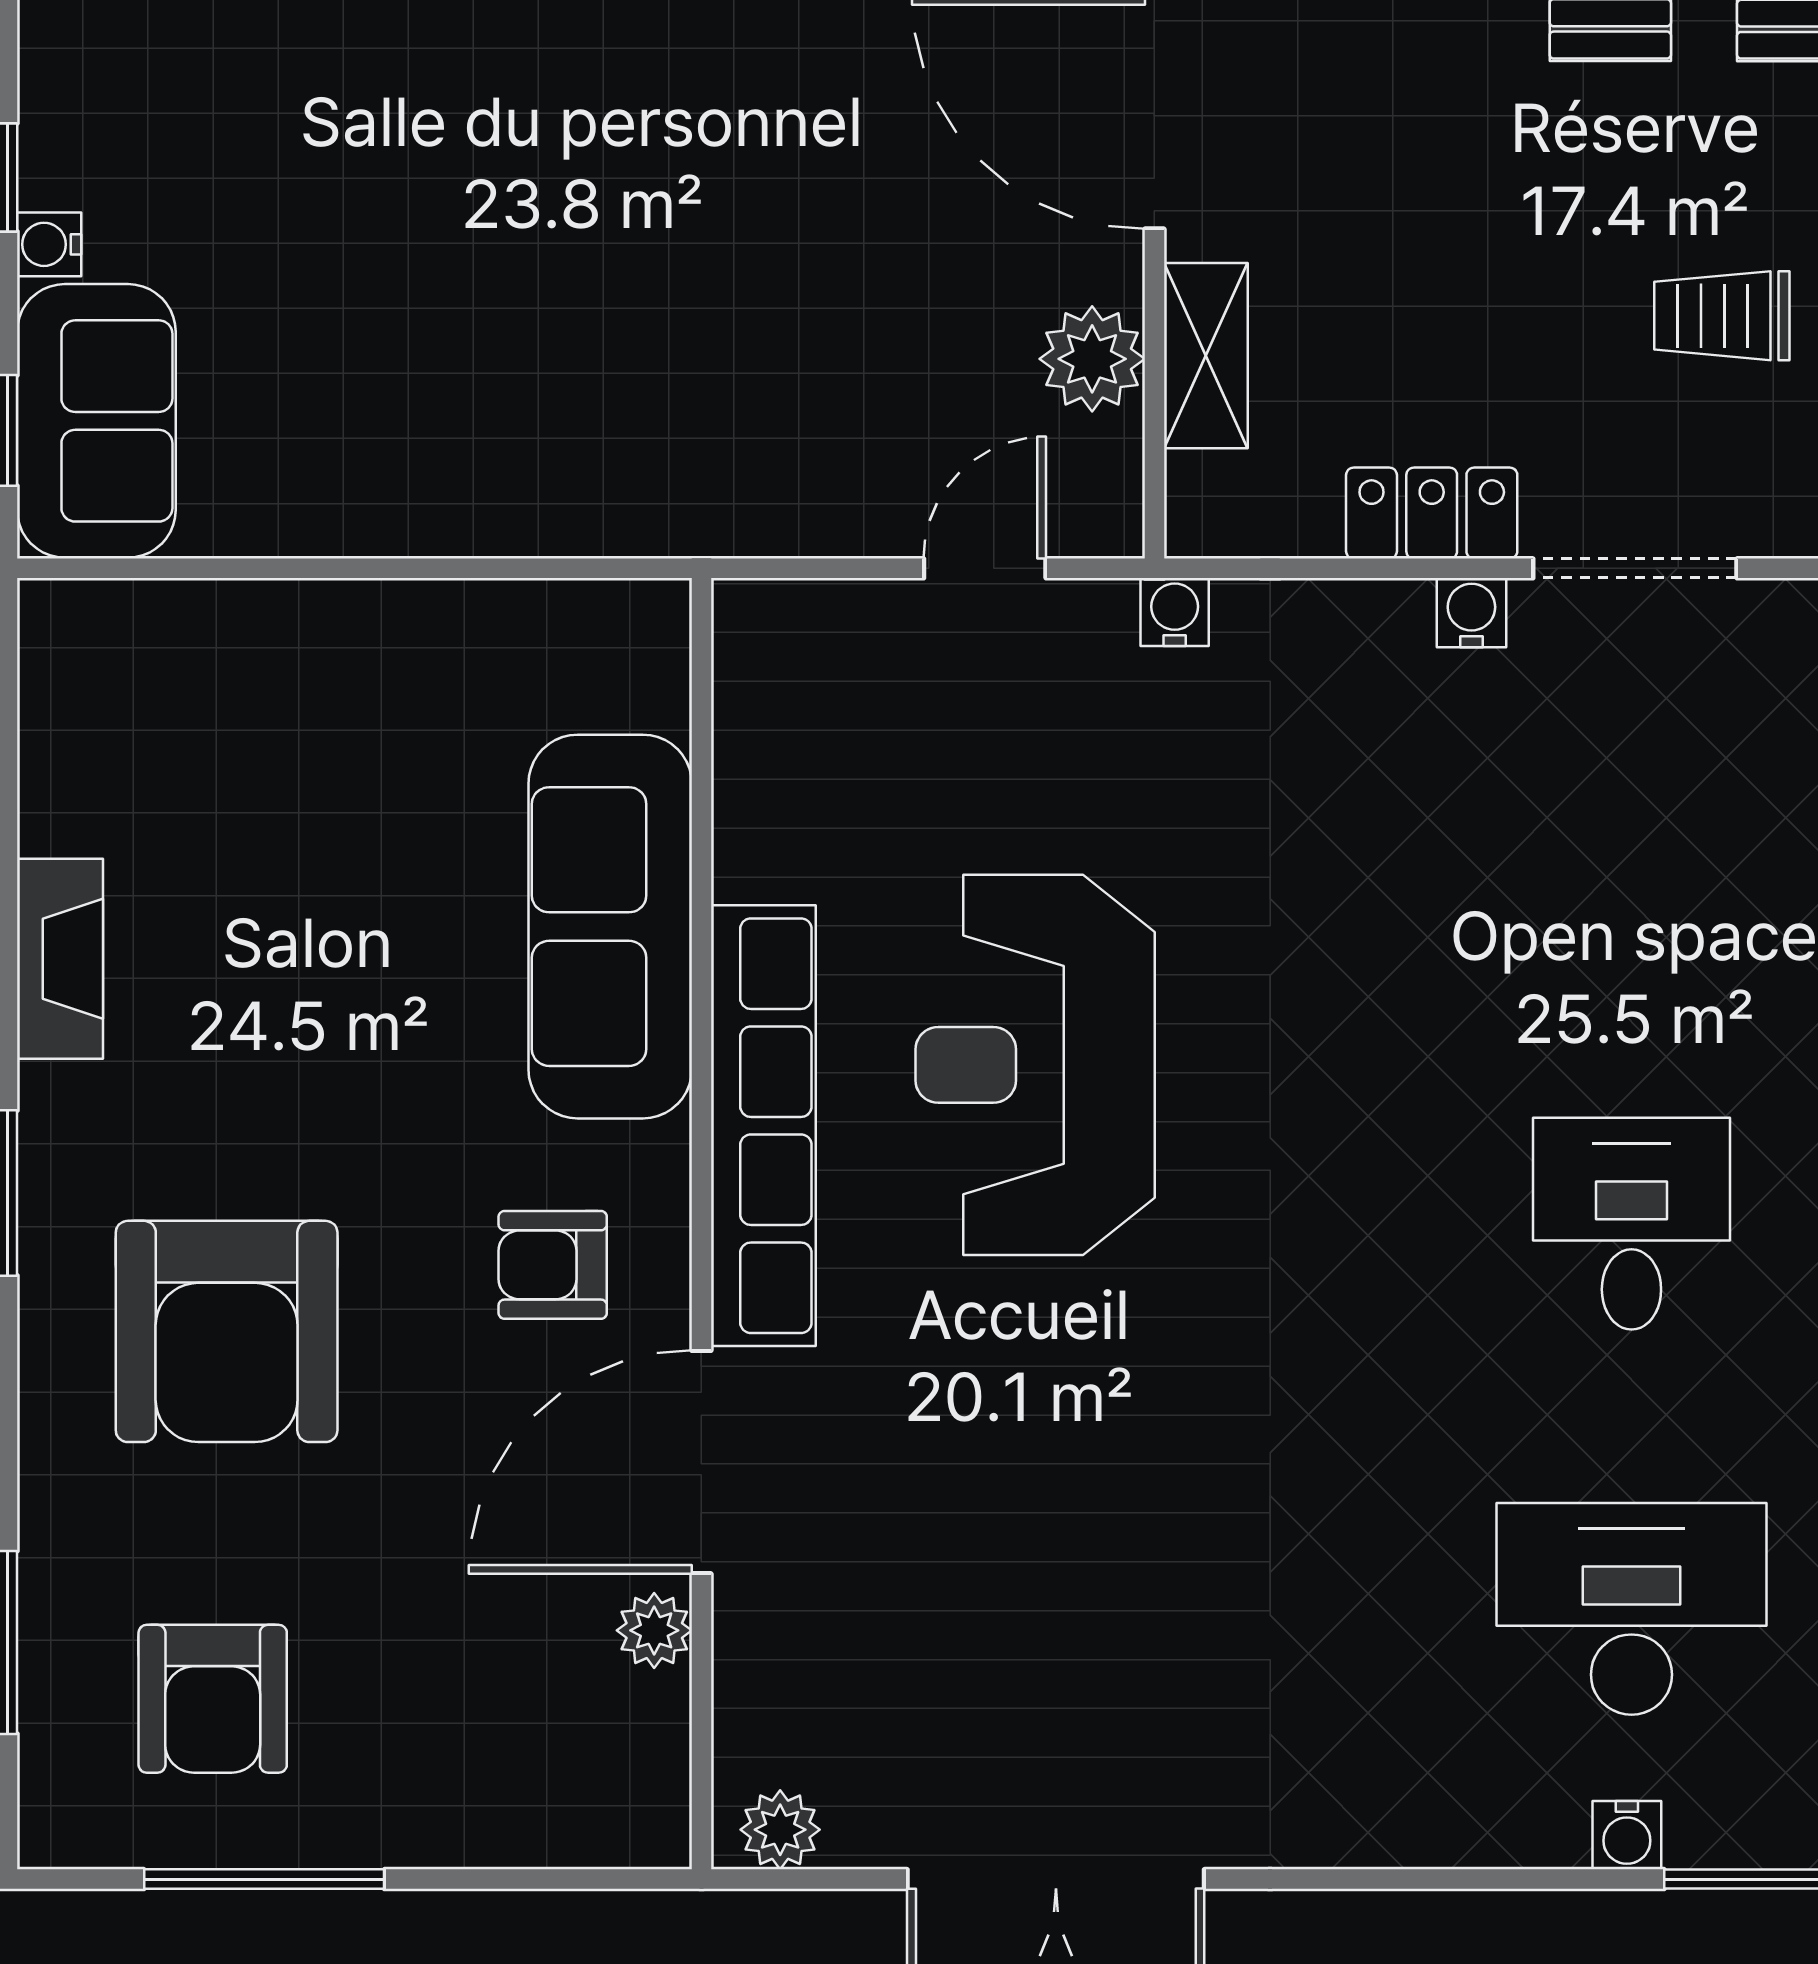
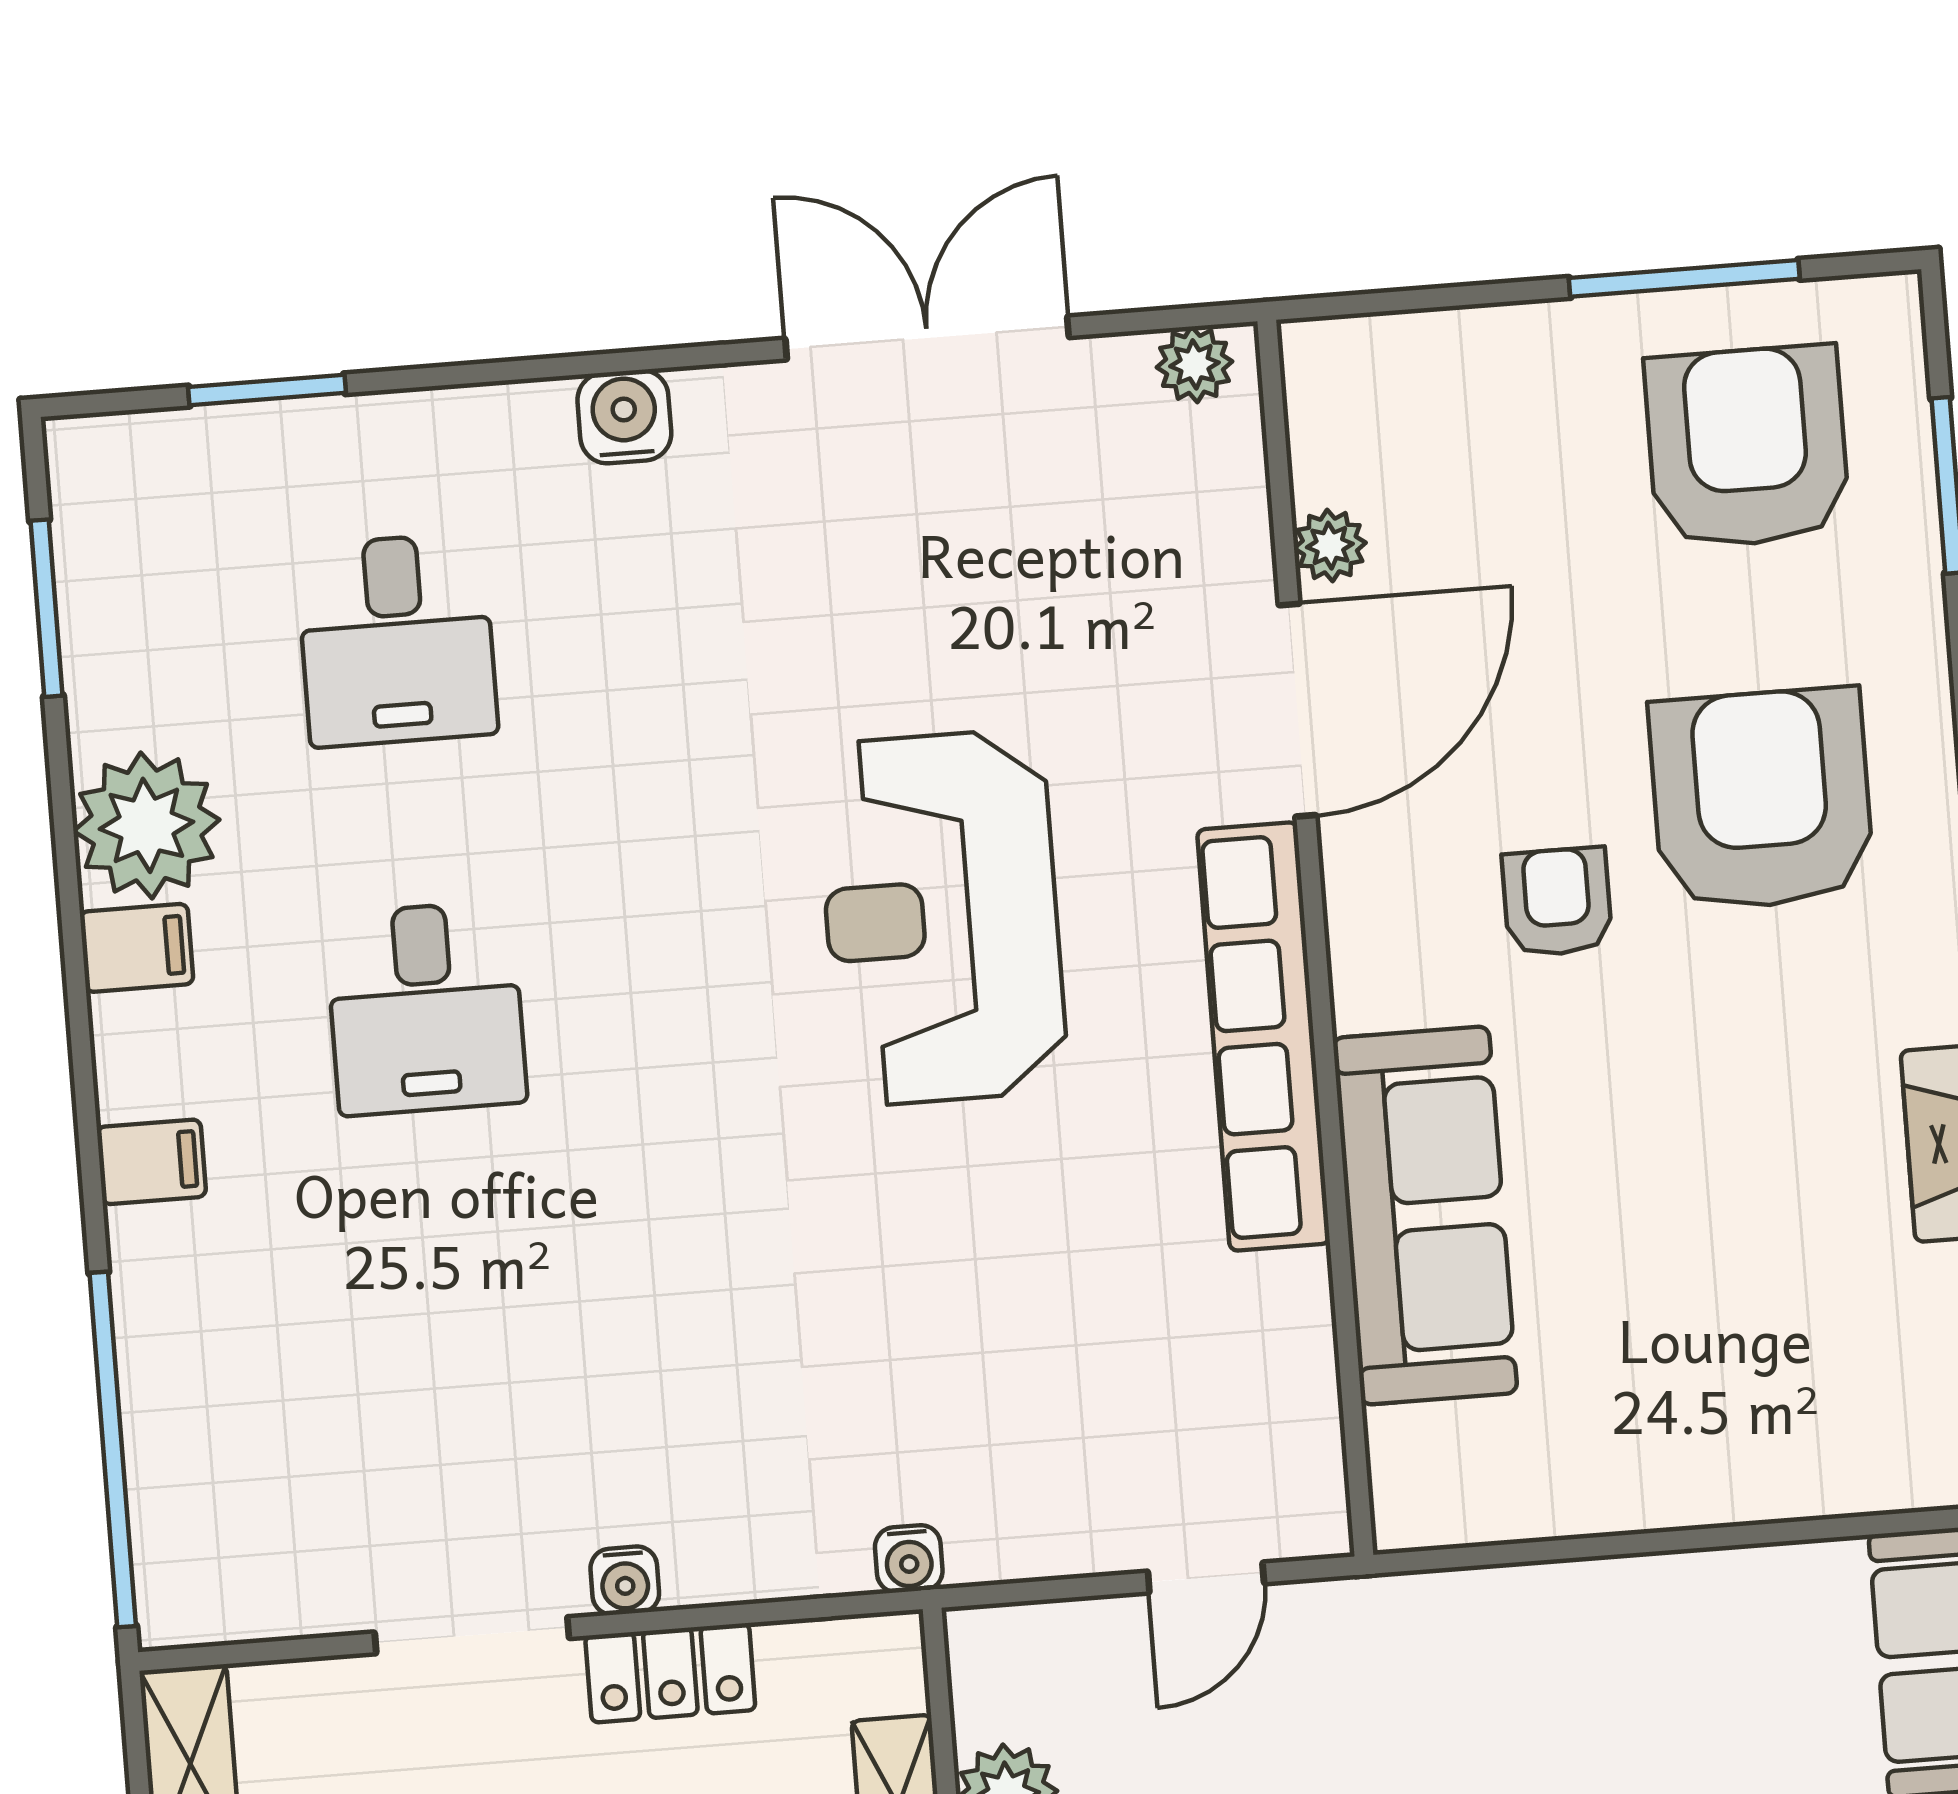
door: (985, 568) -> (1206, 1577), moved
reception desk: (1035, 1065) -> (942, 918), moved, turned 180
armchair: (553, 1265) -> (1557, 902), moved, turned -90
desk: (1631, 1609) -> (397, 640), width x0.73
armchair: (213, 1699) -> (1747, 447), width x1.36, depth x1.36
water cooler: (1627, 1835) -> (624, 417), moved, width x1.38, depth x1.38

